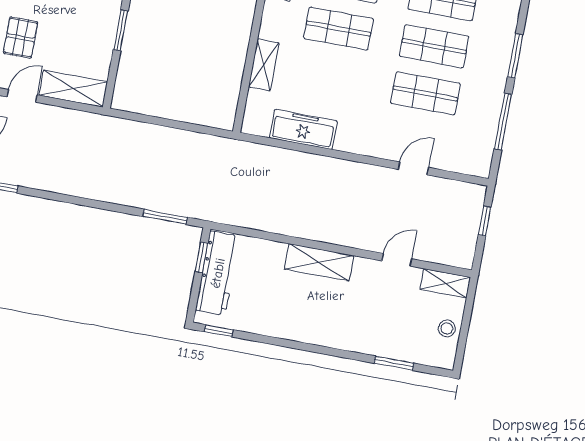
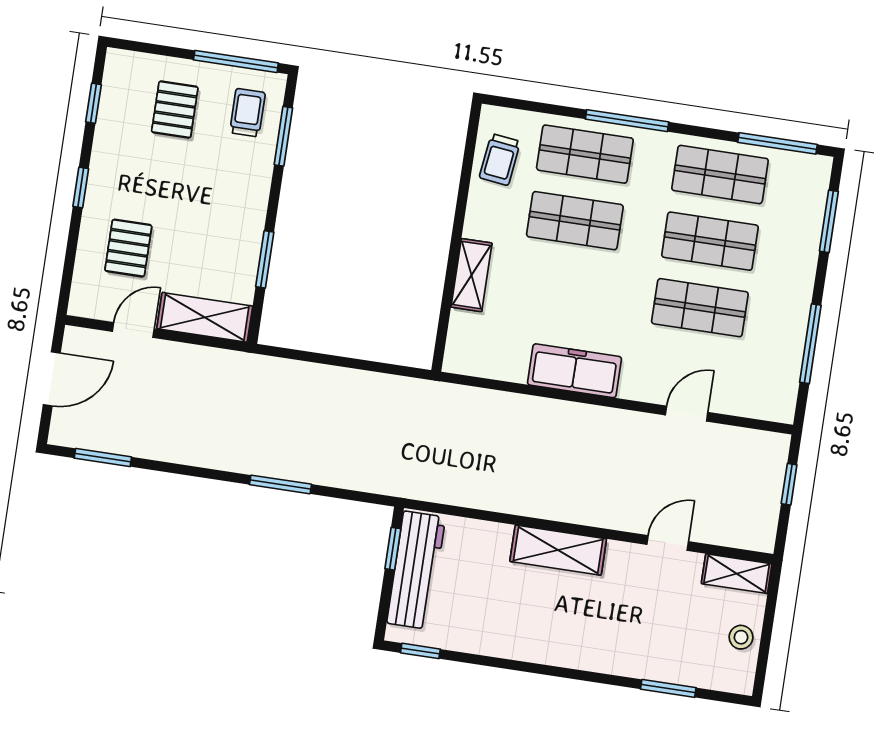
window: (121, 30) -> (265, 259), moved
window: (515, 56) -> (829, 221), moved
freezer: (303, 129) -> (575, 371), moved
window: (165, 217) -> (281, 484), moved

